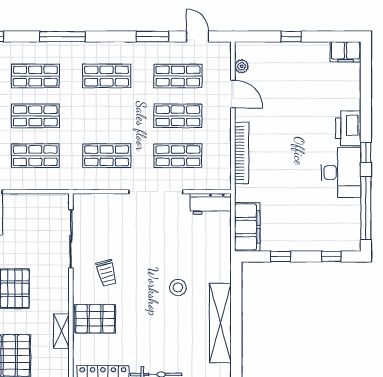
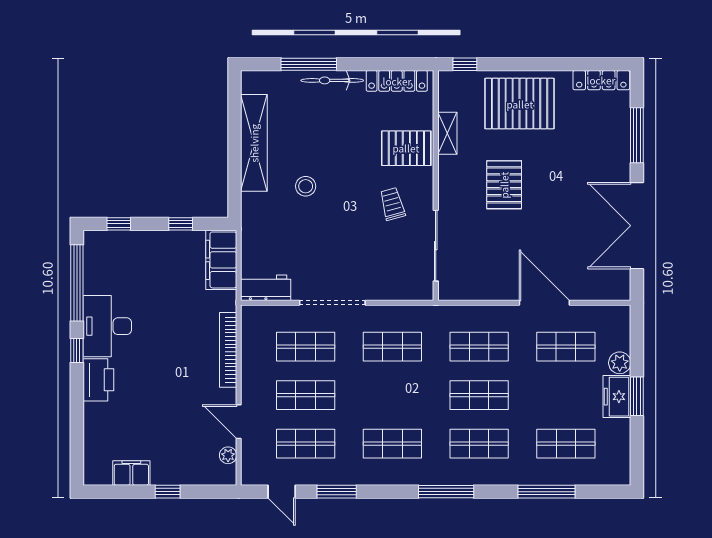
filing cabinet: (346, 52) -> (131, 473), moved

